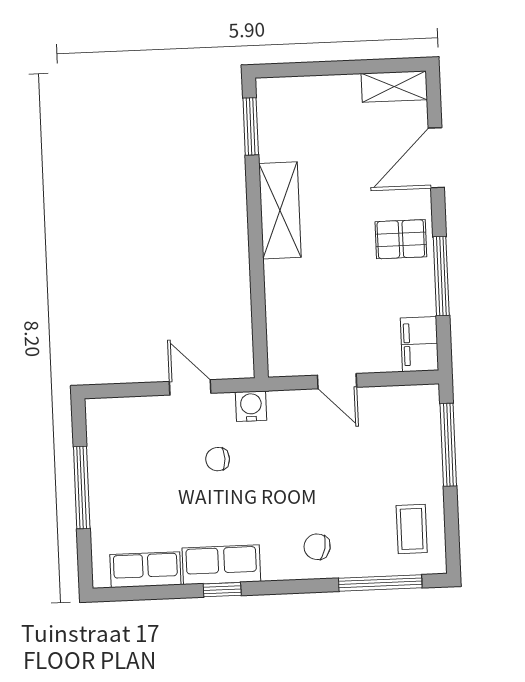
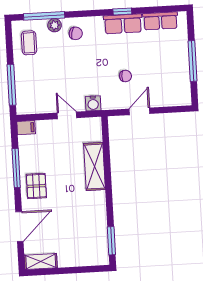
shelving: (280, 210) -> (95, 167), moved
pallet: (401, 239) -> (36, 186), turned 90
filing cabinet: (420, 344) -> (26, 128), width x0.50
door: (190, 387) -> (140, 111), swing flipped
water cooler: (251, 406) -> (93, 103), moved
plant: (360, 564) -> (55, 25), added

